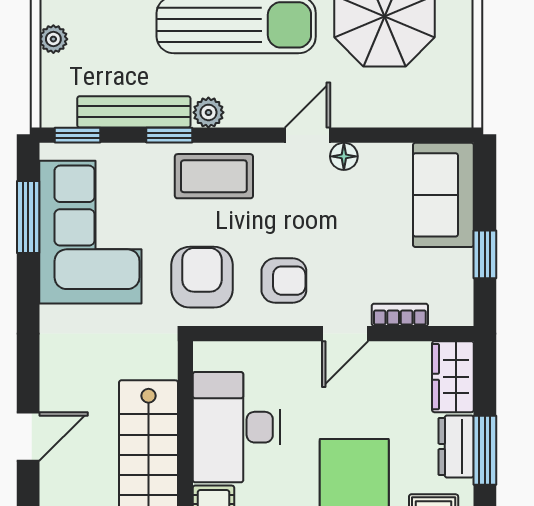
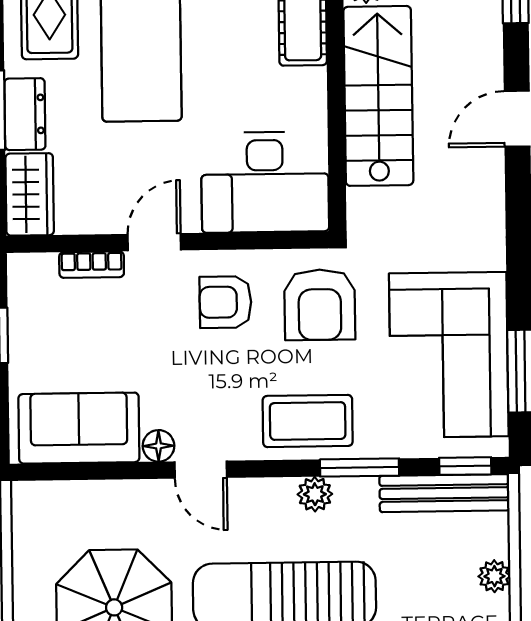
bench: (134, 112) -> (444, 493), moved
window: (169, 135) -> (360, 467), width x1.50
door: (307, 135) -> (201, 470), hinge flipped
sofa: (443, 195) -> (79, 428), moved, turned -90
desk: (236, 427) -> (265, 182), moved, turned 90

